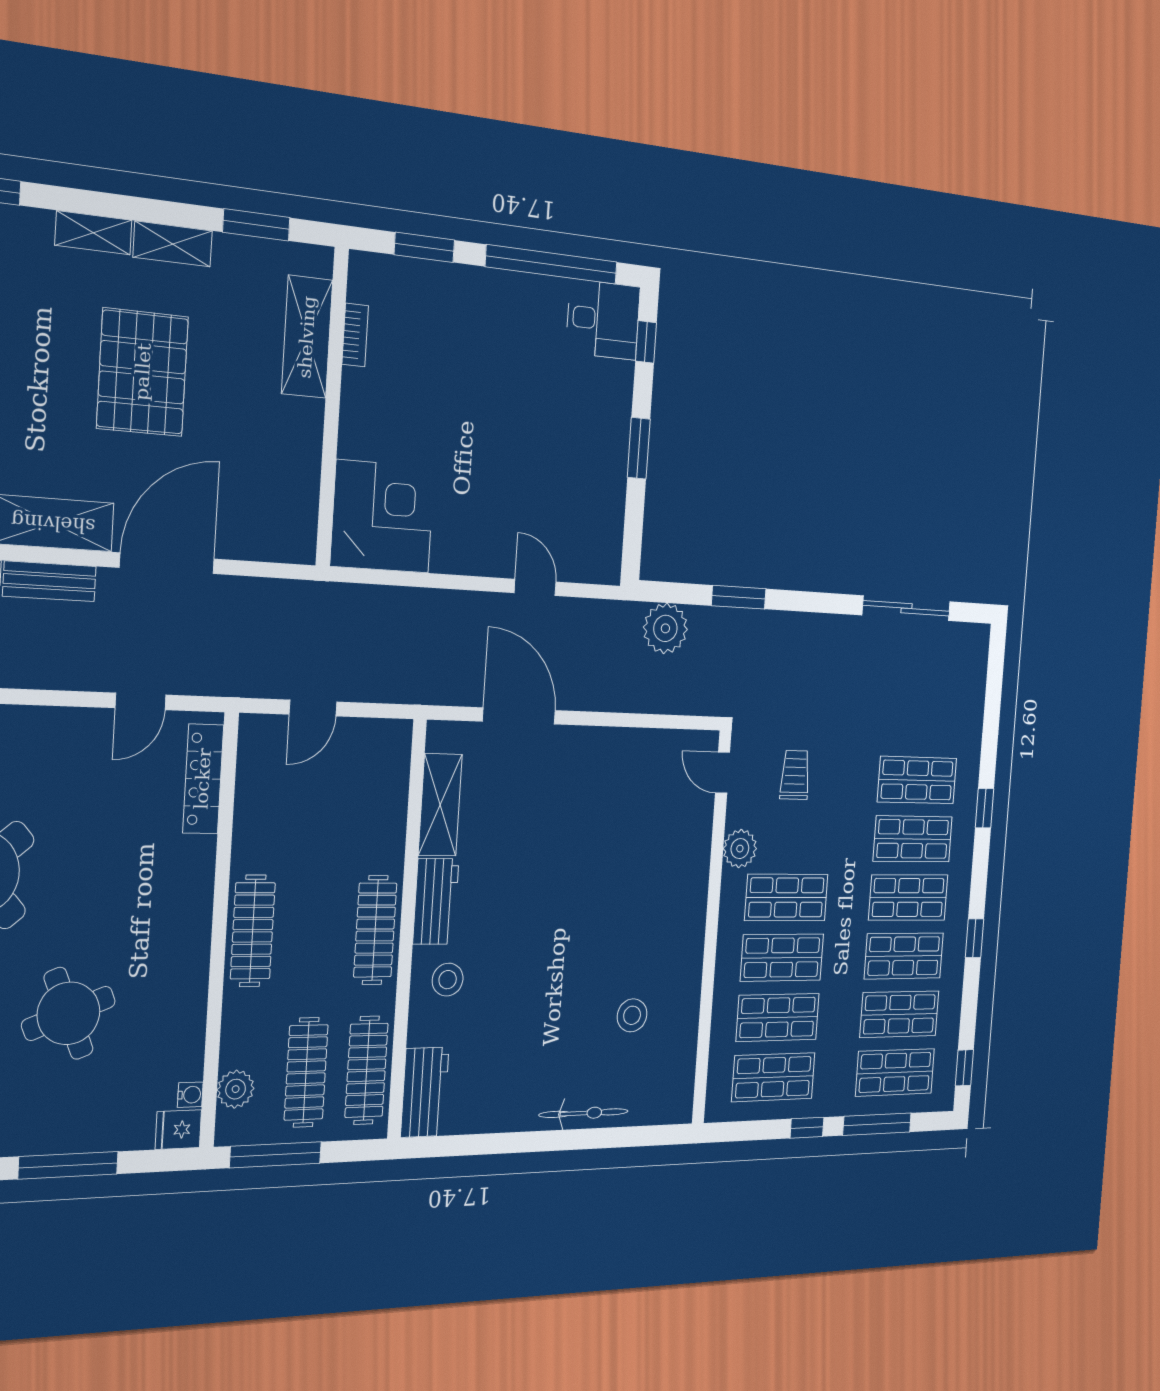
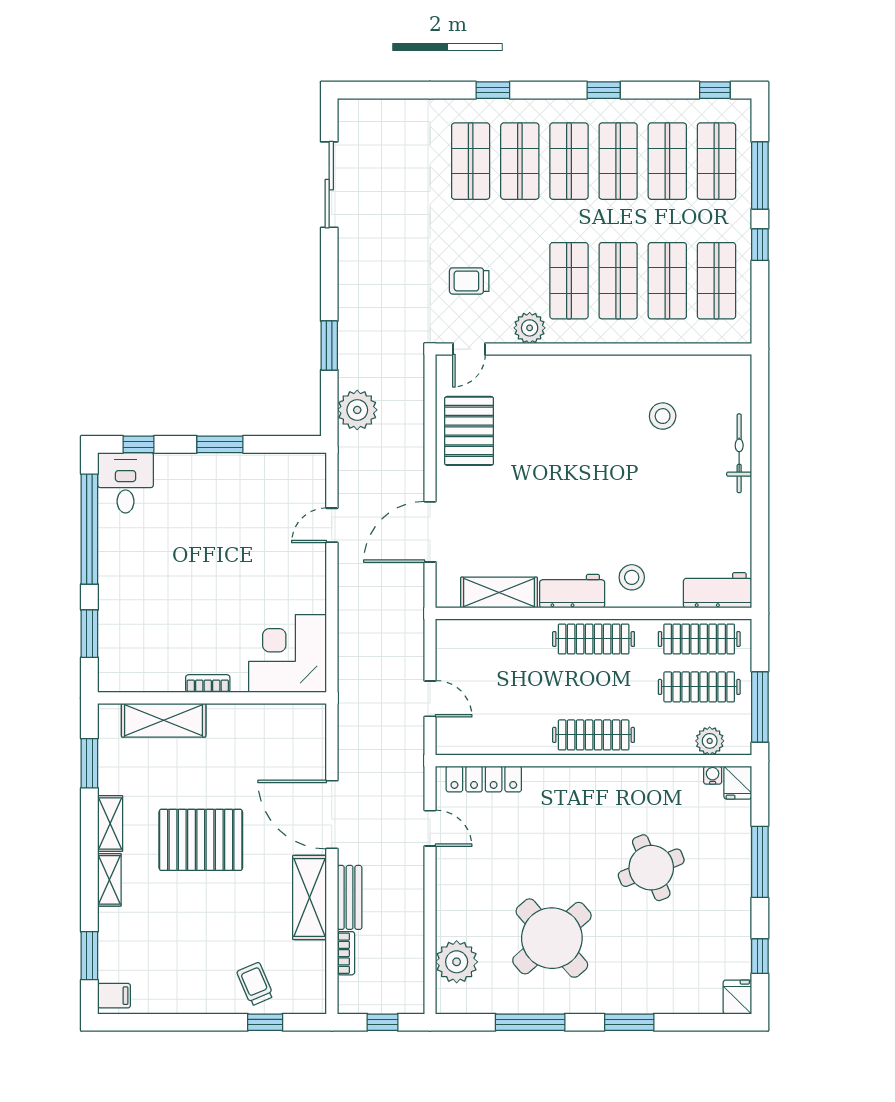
bookcase: (355, 335) -> (208, 684), moved
pallet: (632, 770) -> (469, 431), added

